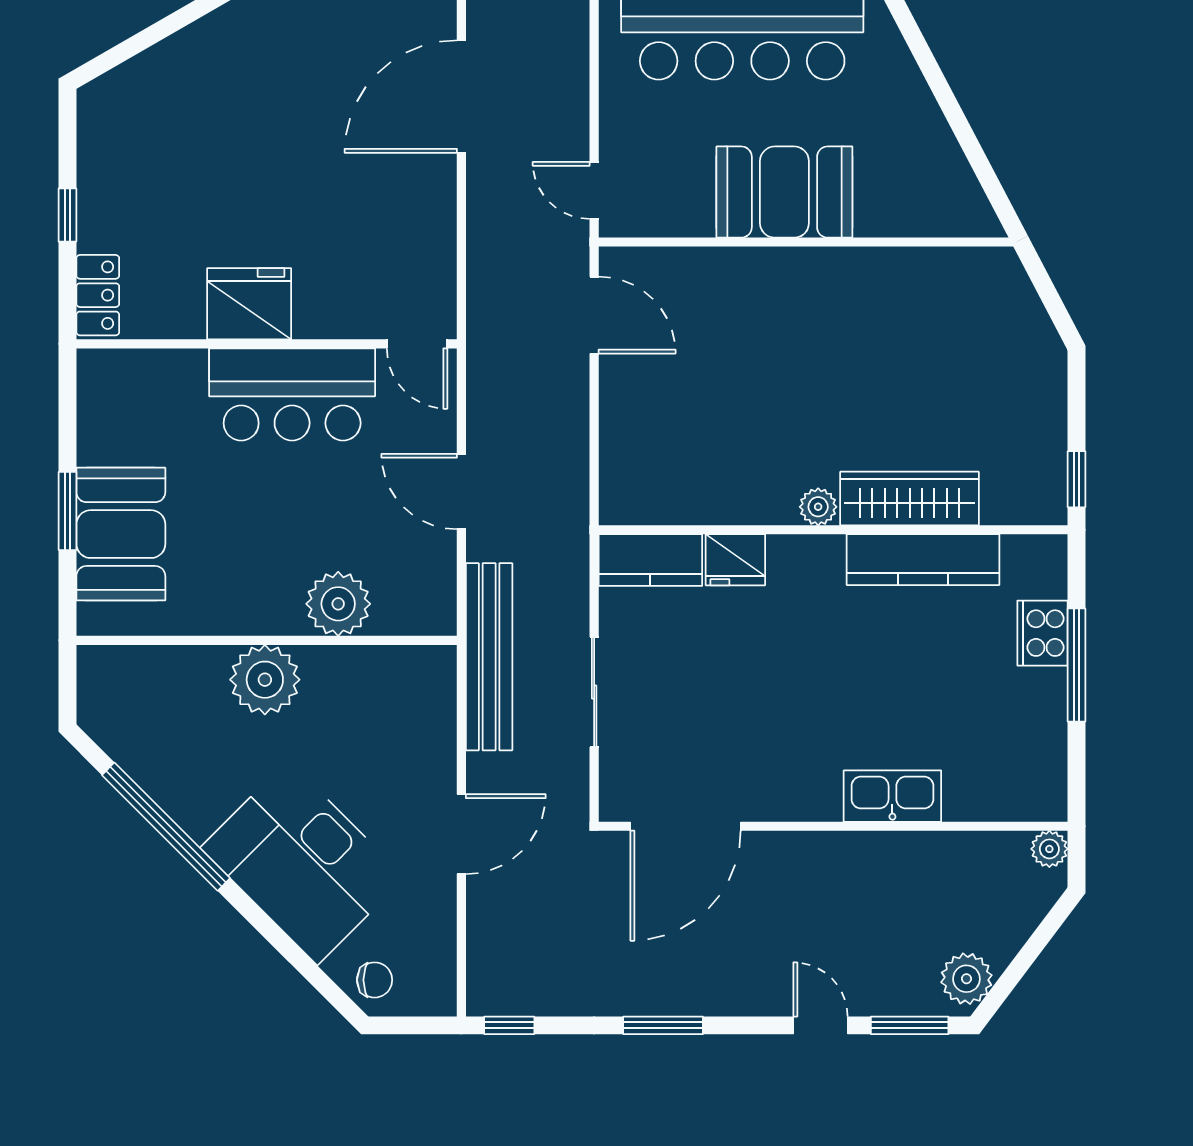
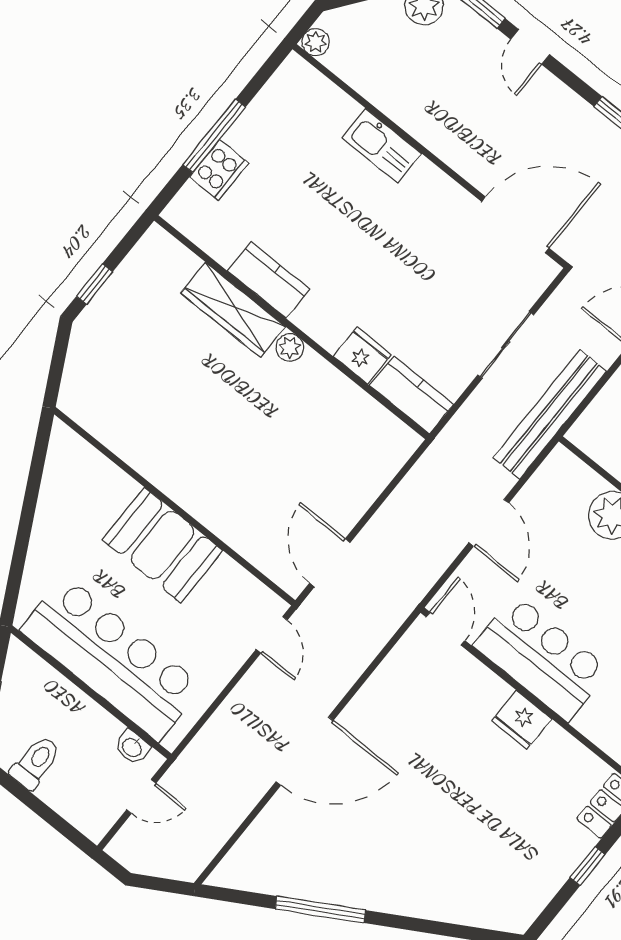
fridge: (249, 304) -> (522, 720), width x0.73, depth x0.75
window: (1077, 479) -> (95, 284), moved
kitchen counter: (923, 560) -> (268, 280), width x0.67

